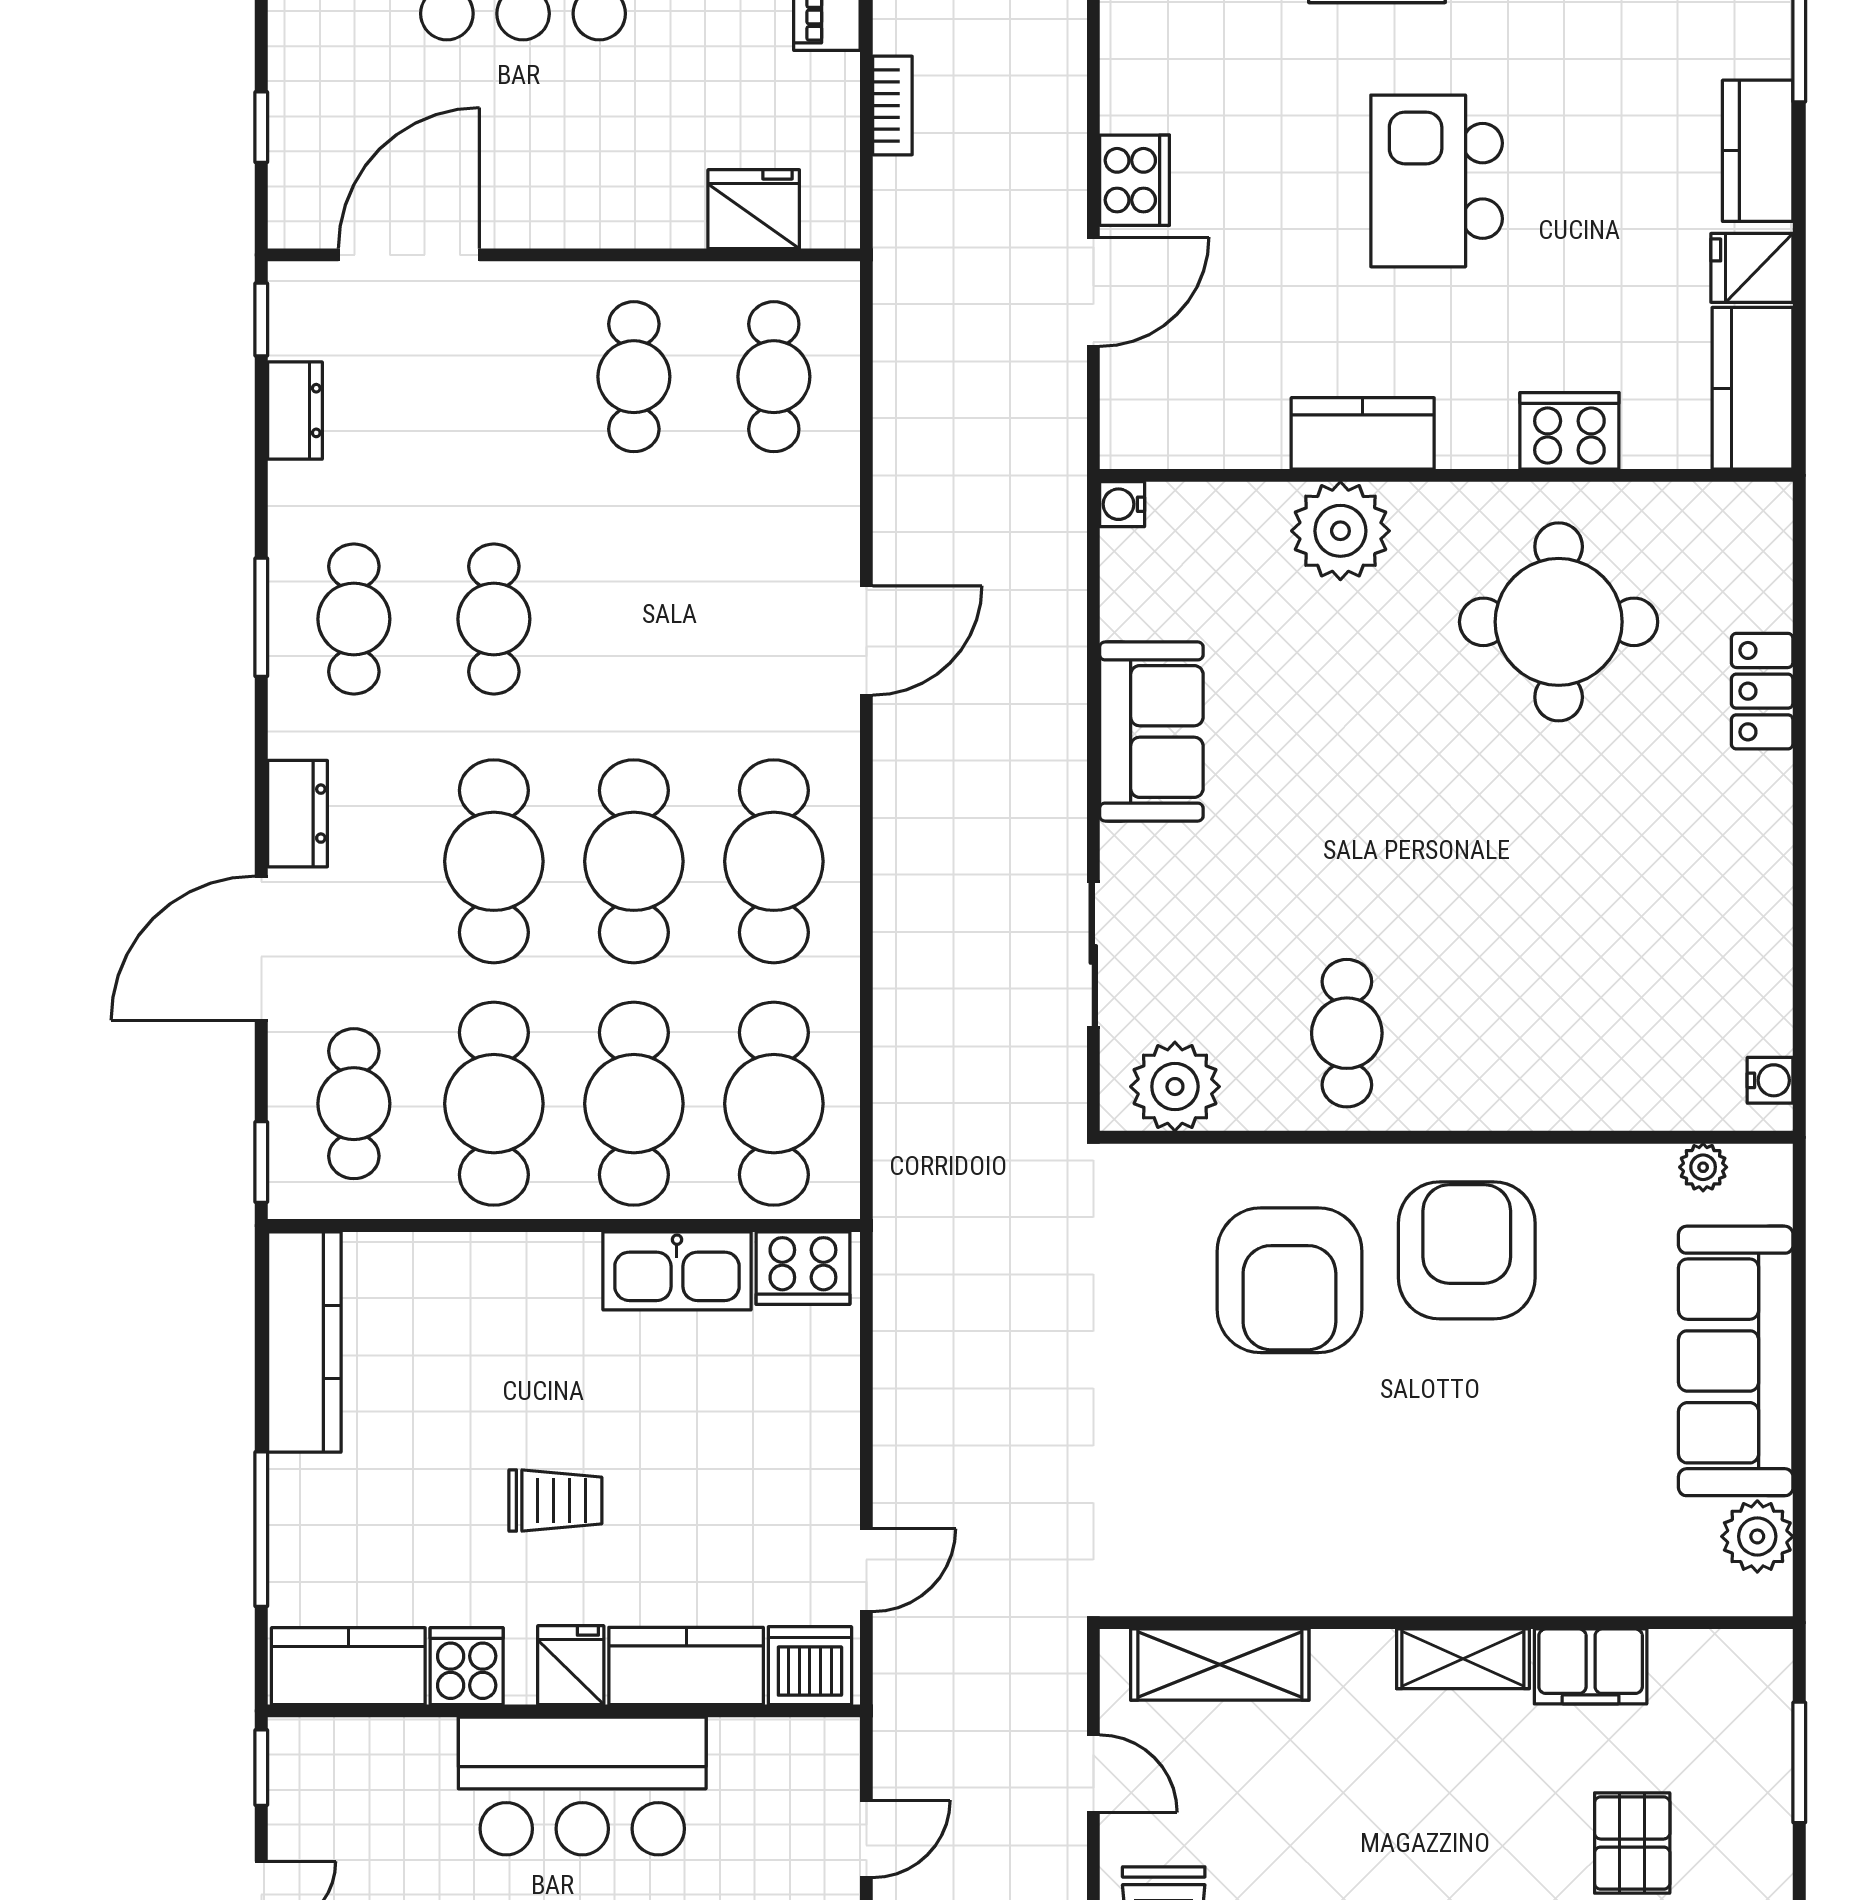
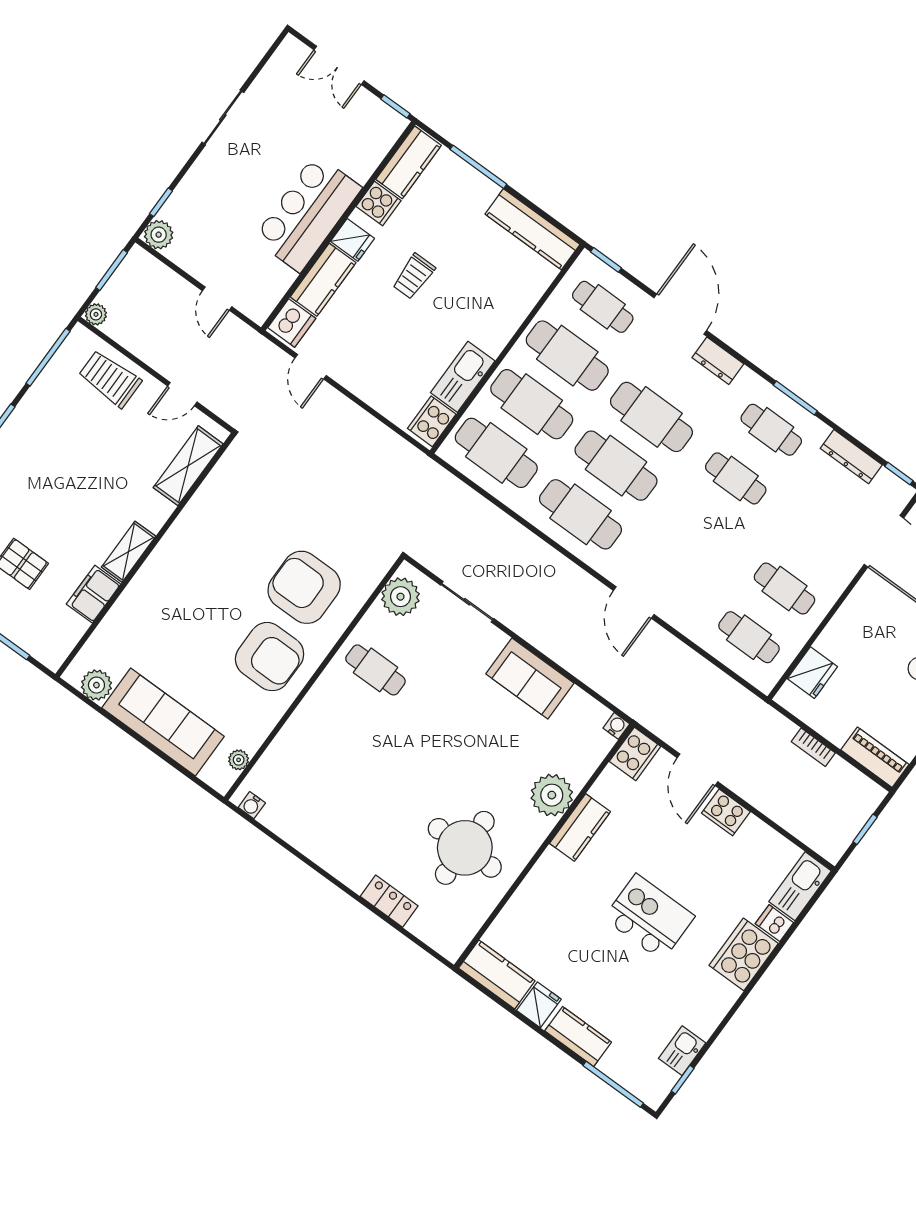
dresser: (295, 411) -> (851, 457), width x1.44
cooker: (1569, 431) -> (635, 754), moved

